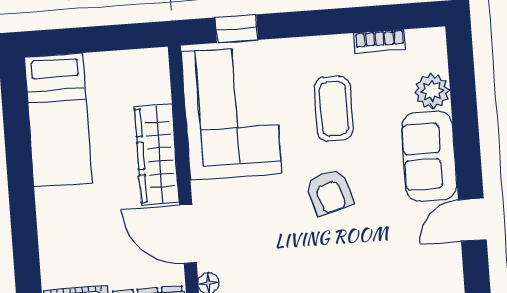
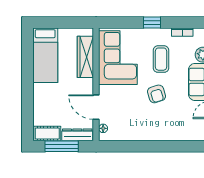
window: (237, 29) -> (152, 23), moved
wardrobe: (157, 155) -> (85, 57), moved

